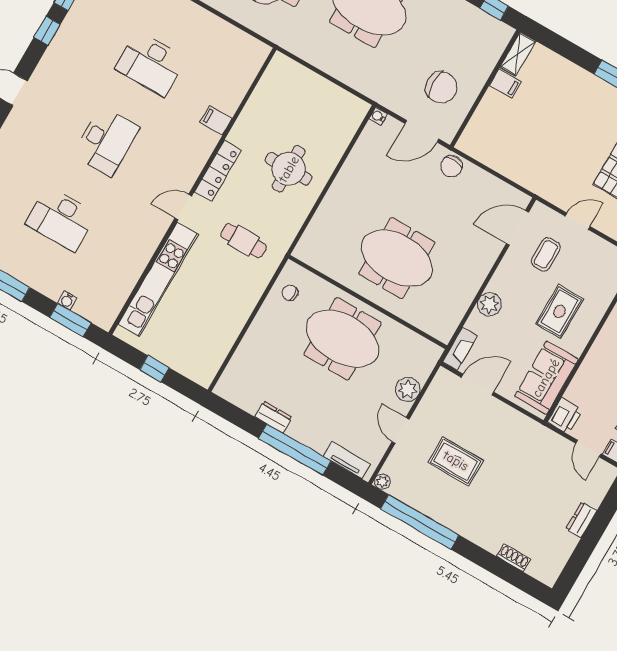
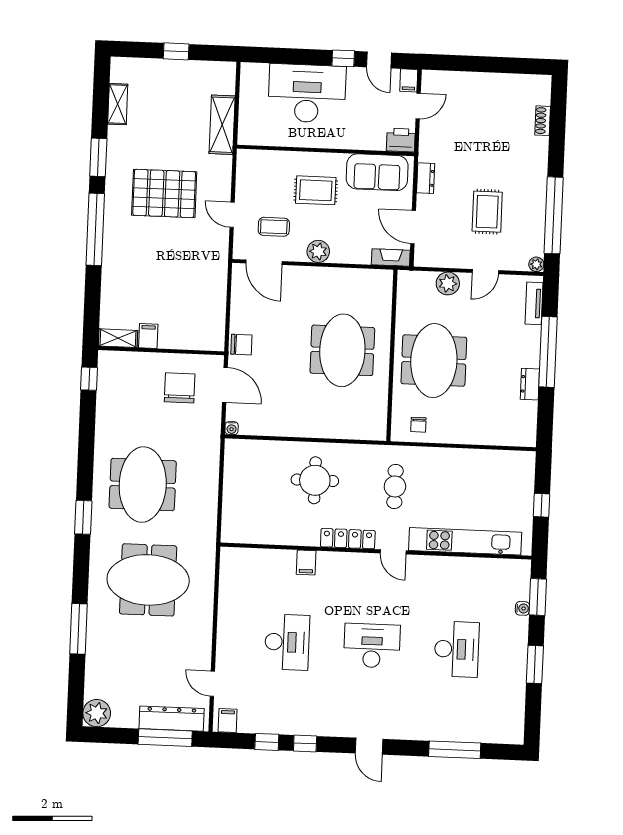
plant: (489, 304) -> (318, 251), moved
dresser: (581, 520) -> (426, 178), moved, turned -90

